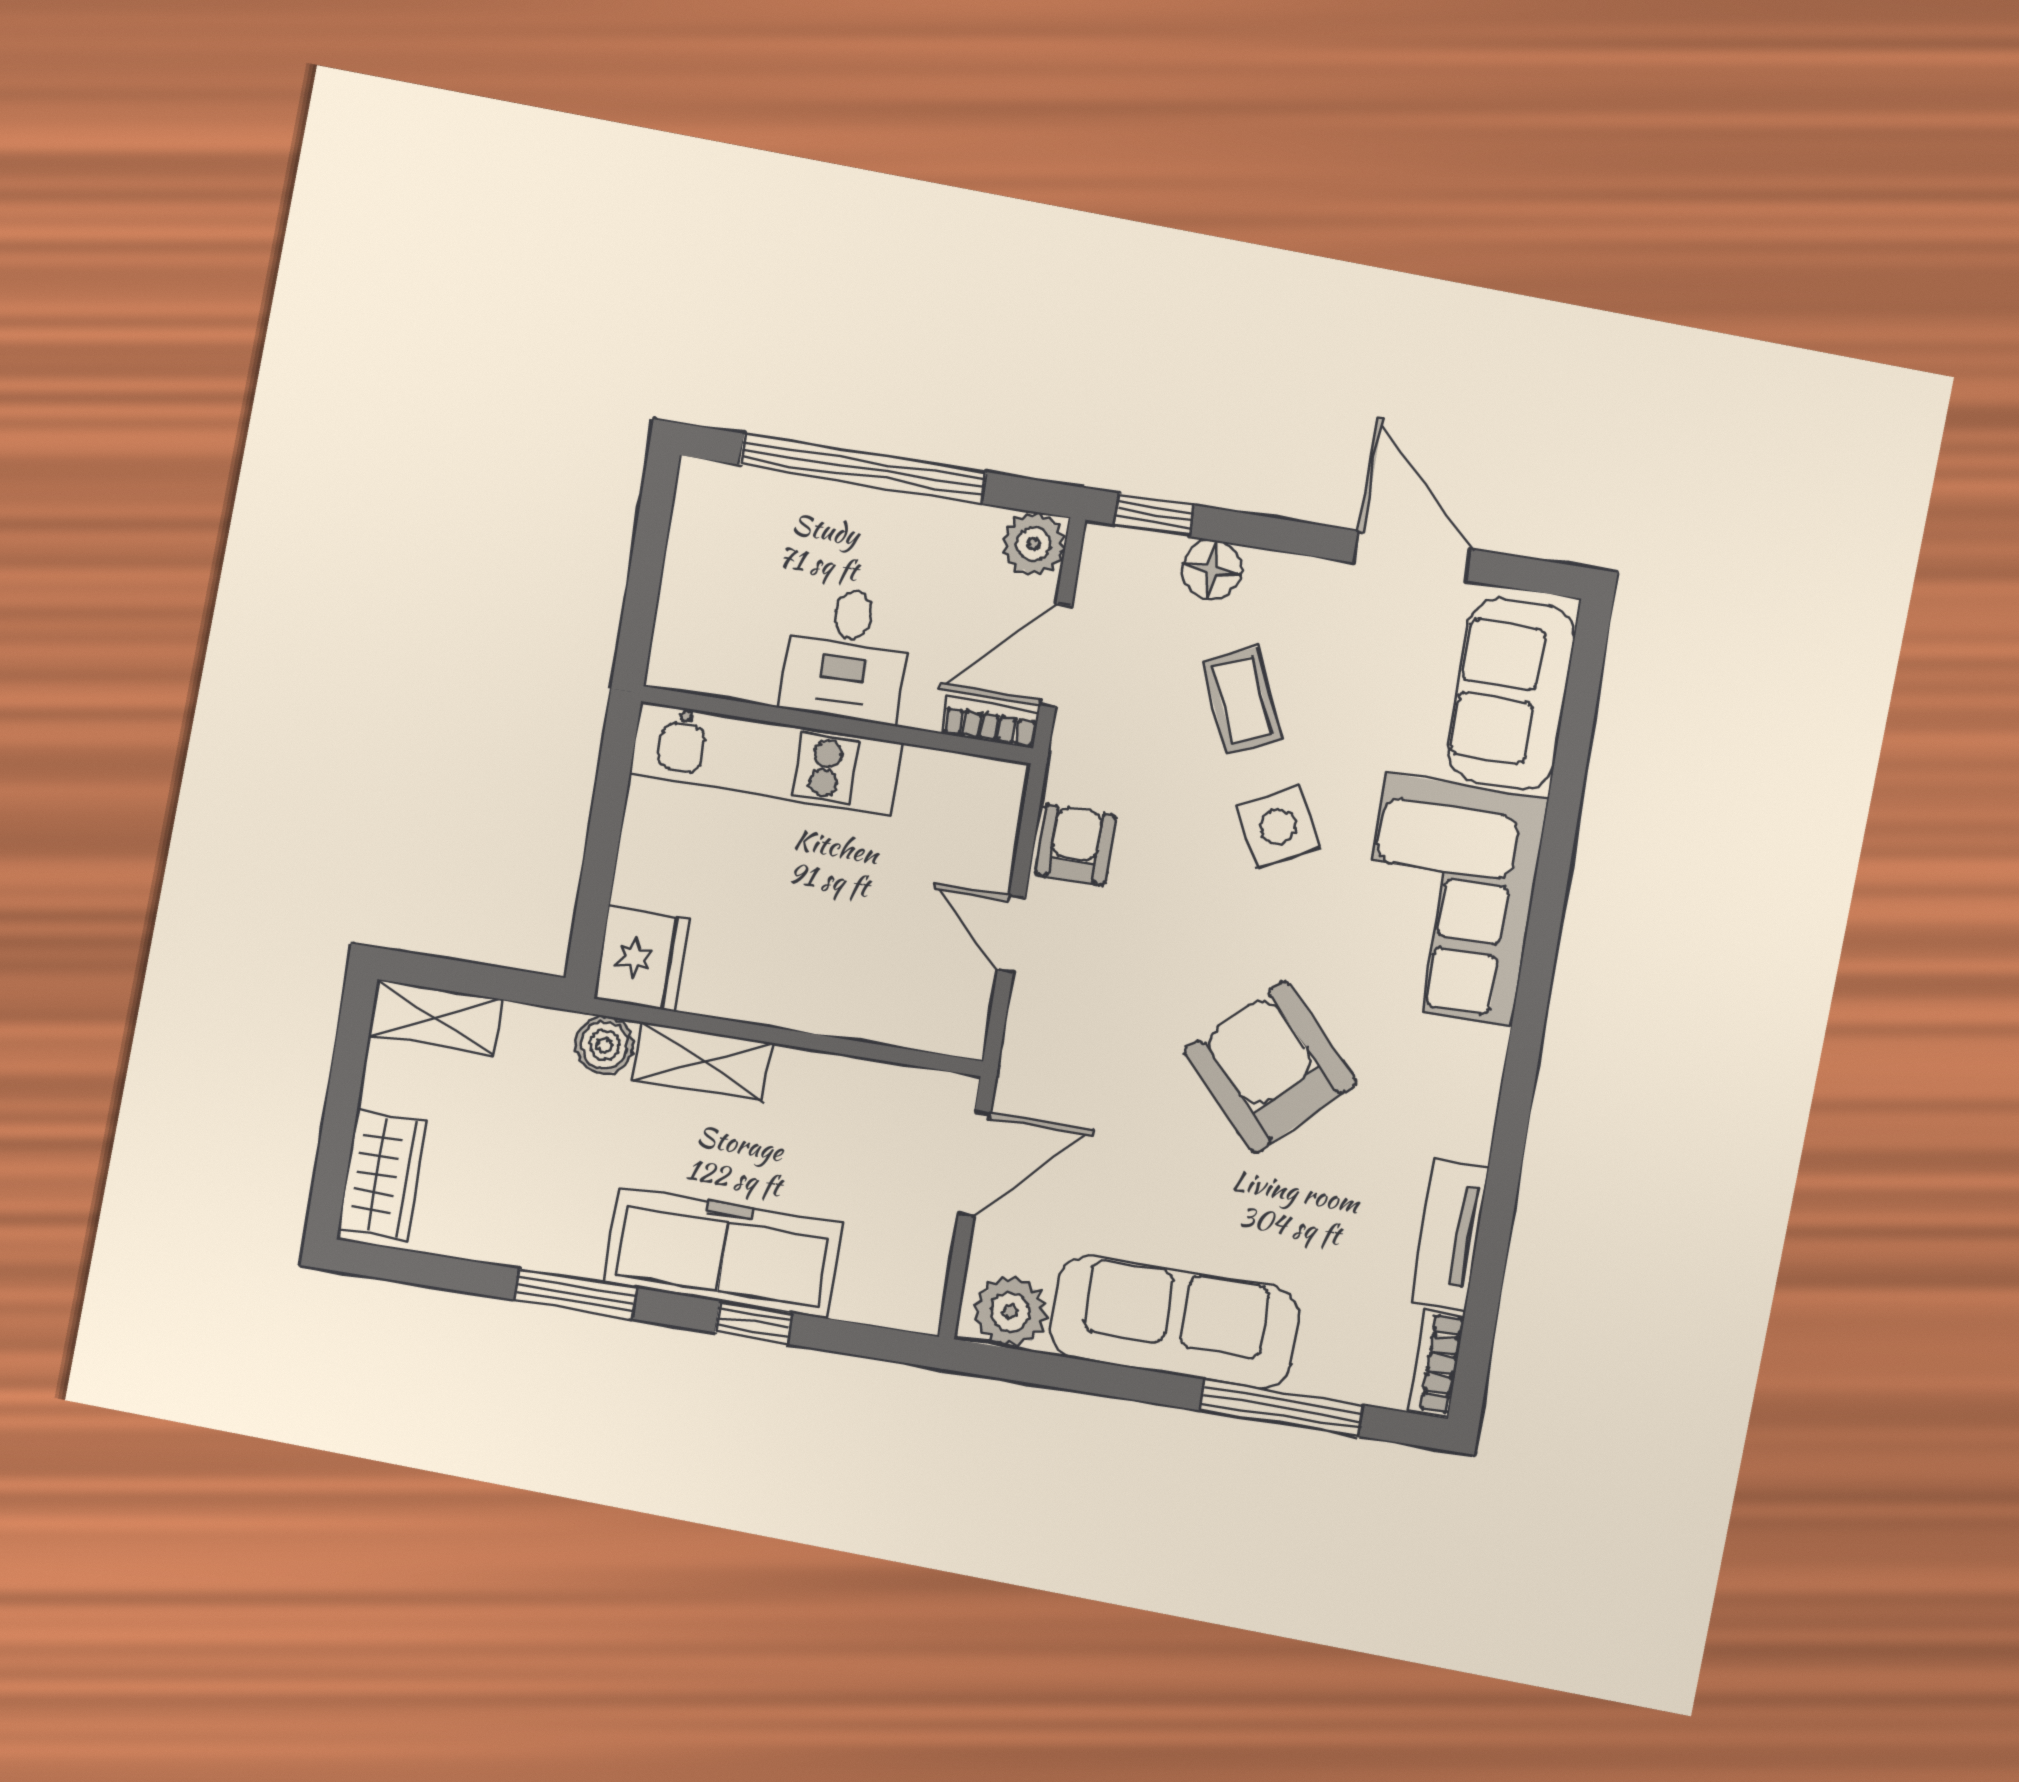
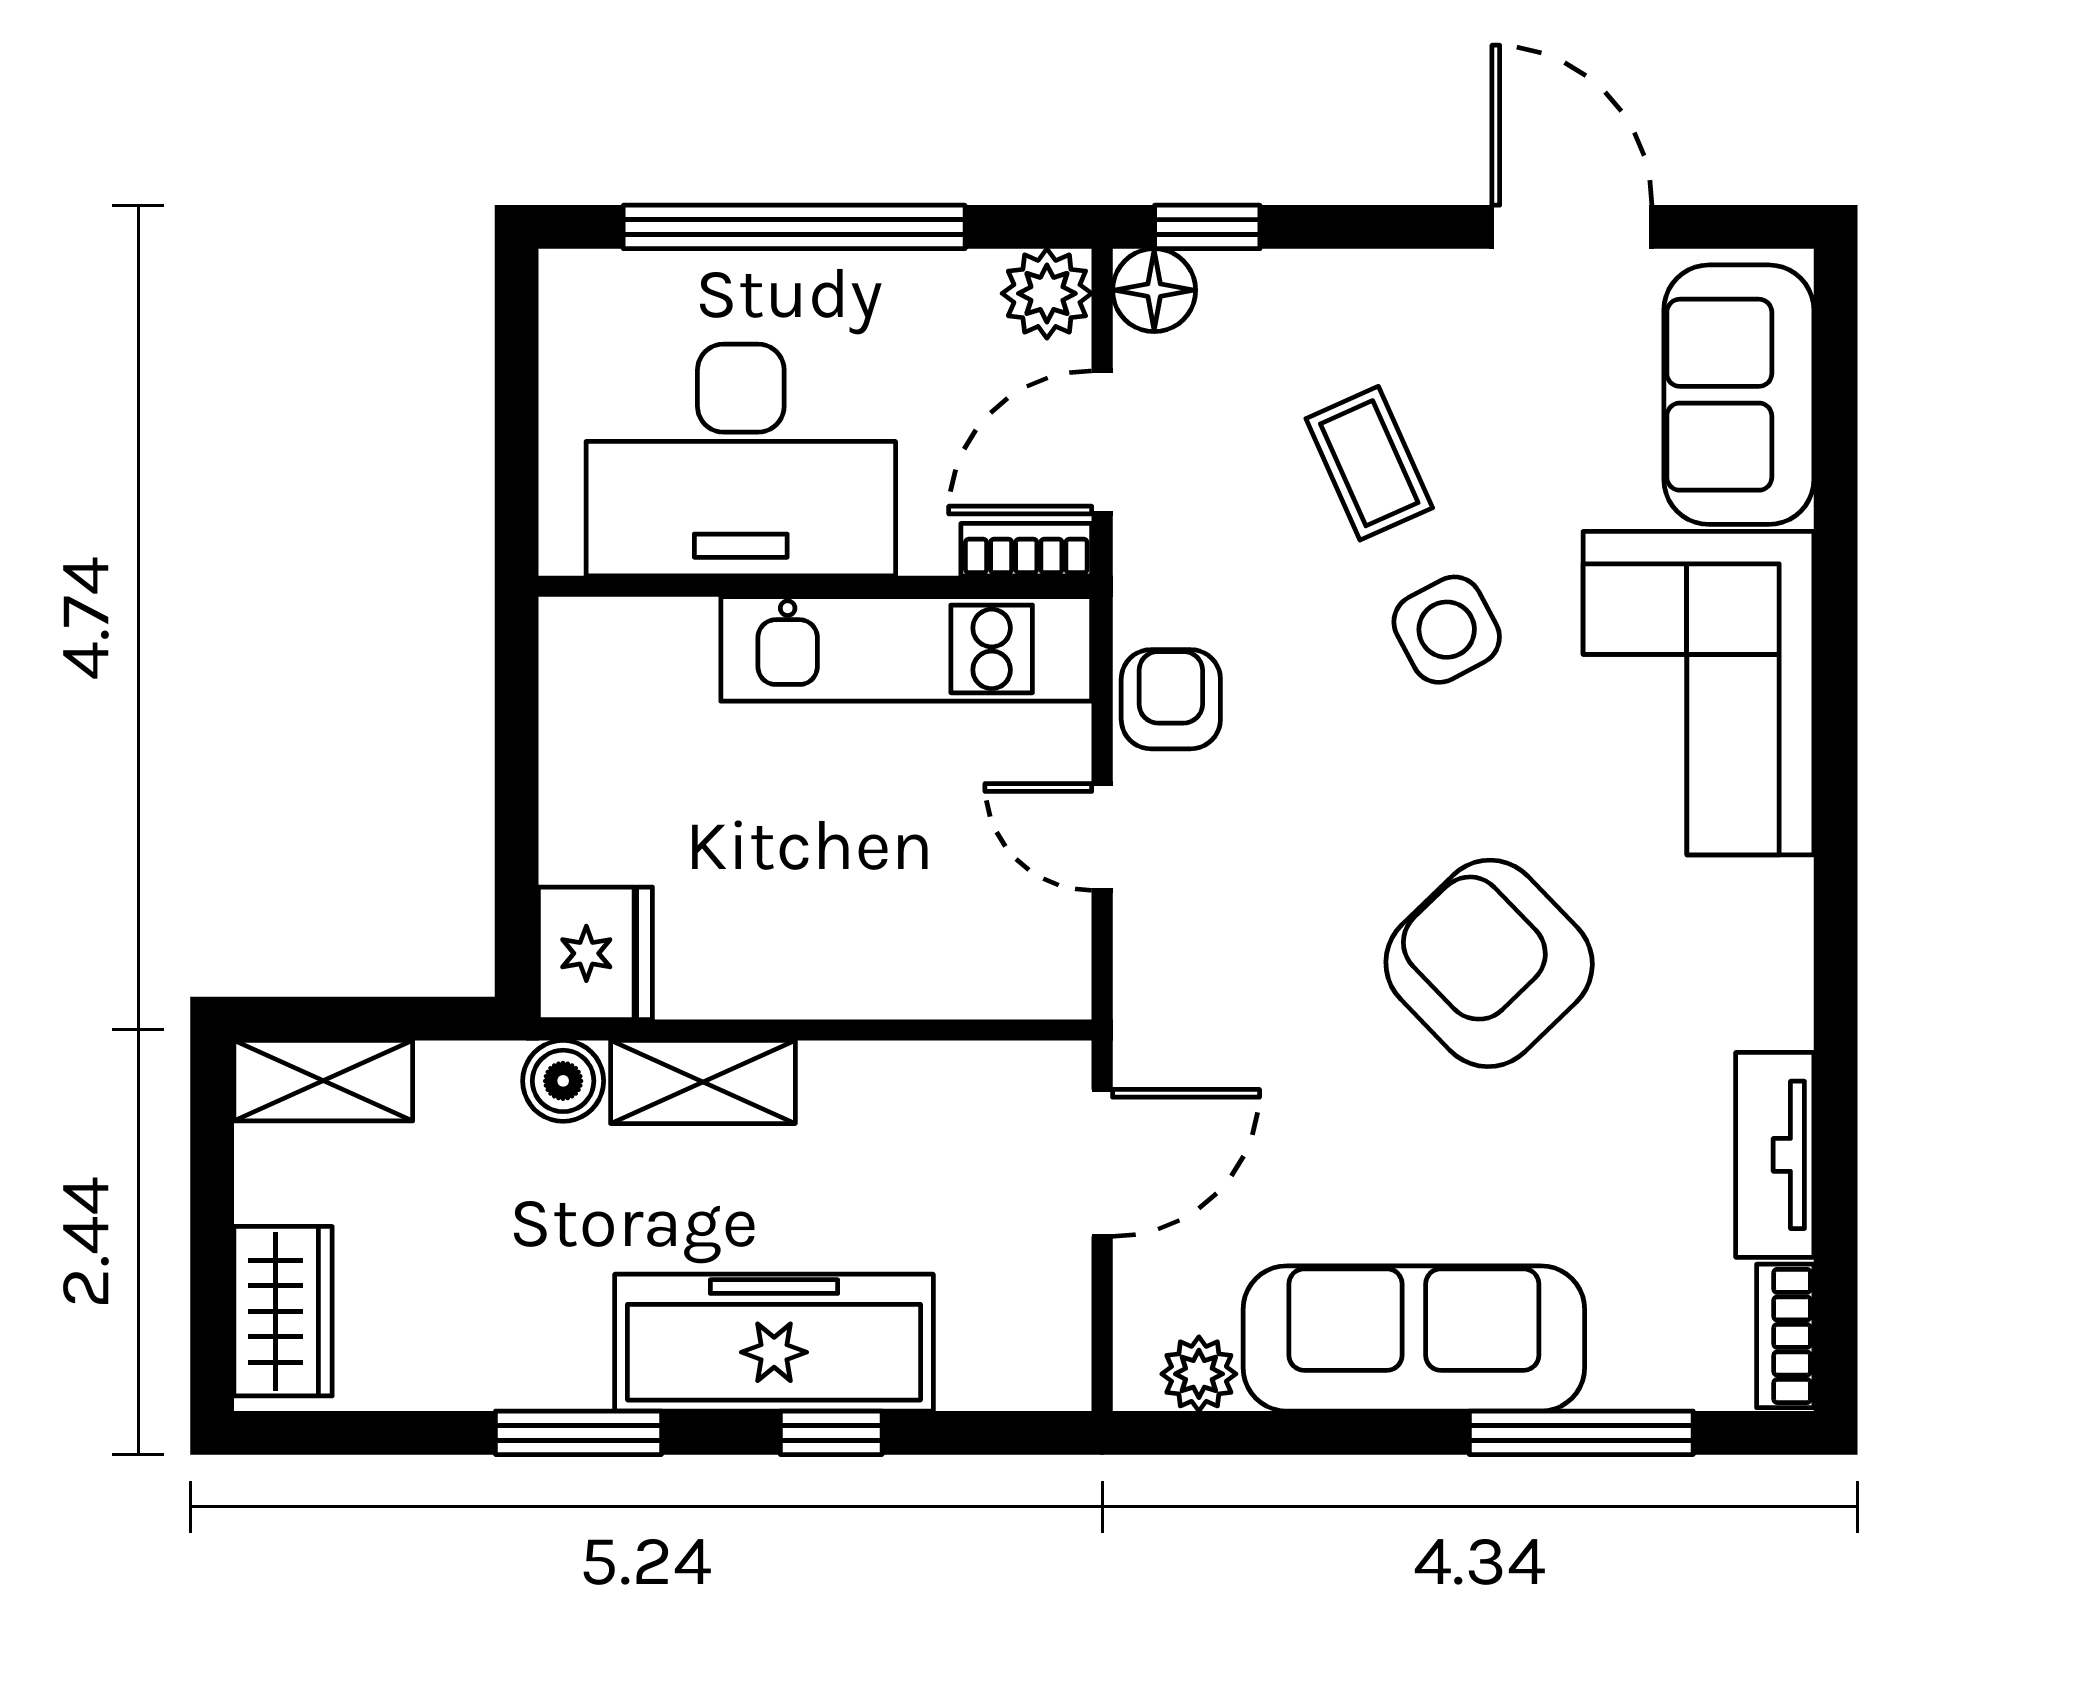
floor lamp: (1212, 570) -> (1154, 290), moved
desk: (847, 654) -> (741, 460), width x1.87, depth x1.30
kitchen unit: (766, 759) -> (906, 649), moved
plant: (1011, 1312) -> (1199, 1374), width x0.73, depth x0.73

